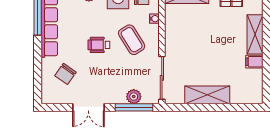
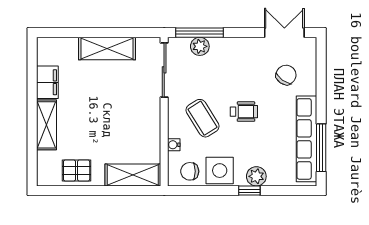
filing cabinet: (254, 62) -> (47, 82), width x2.00
double door: (88, 107) -> (284, 33), moved

